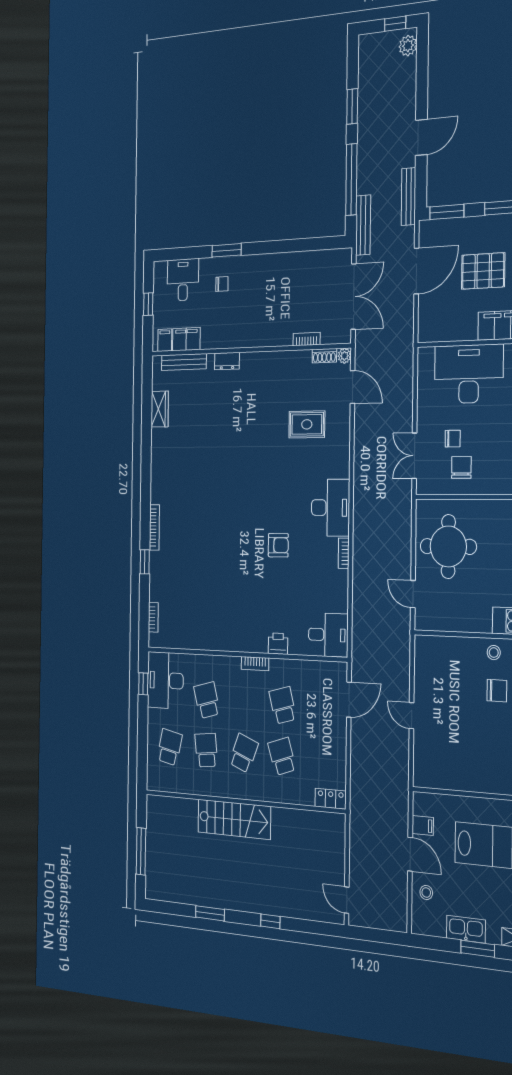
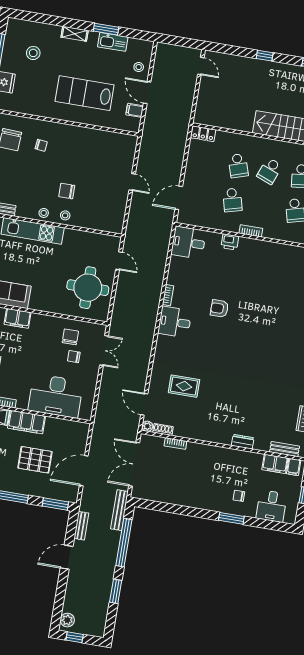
bench: (408, 197) -> (81, 526), width x0.73
bench: (184, 362) -> (285, 449), width x0.73
chair: (461, 467) -> (70, 337), turned 180
desk: (330, 508) -> (175, 322), width x0.73

